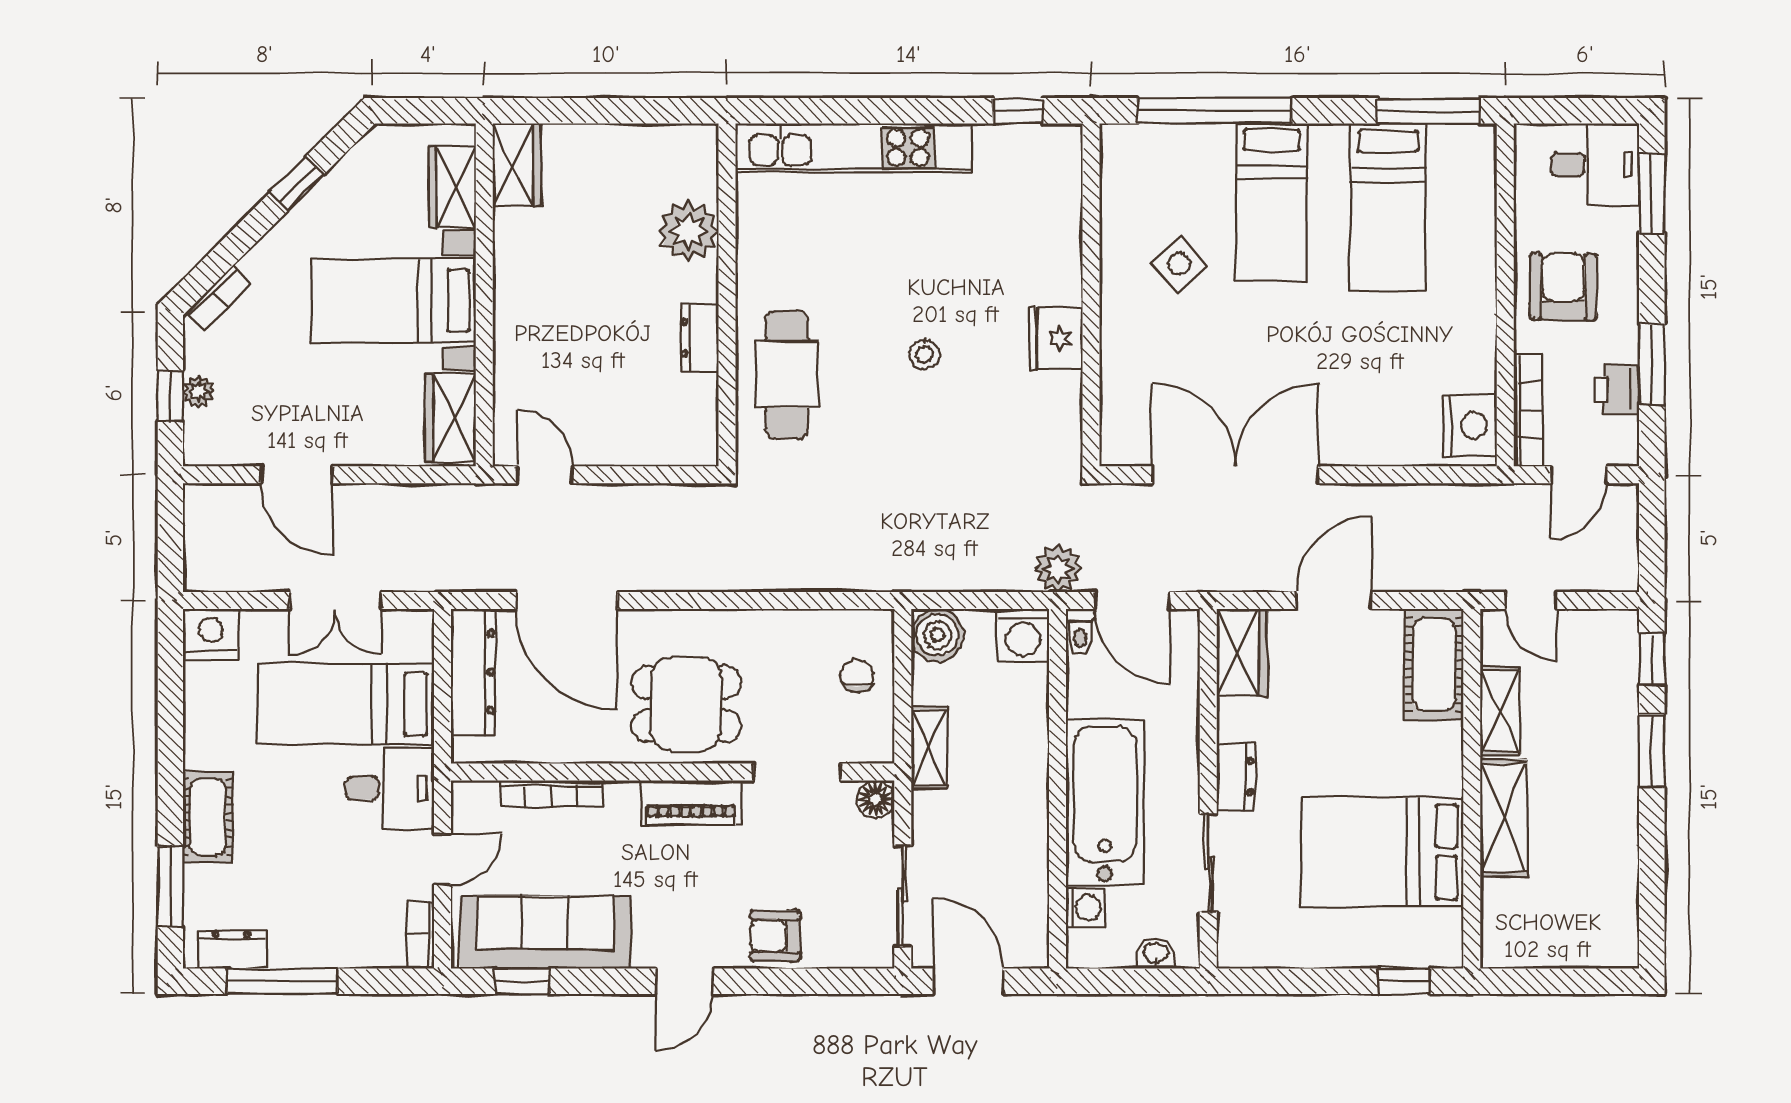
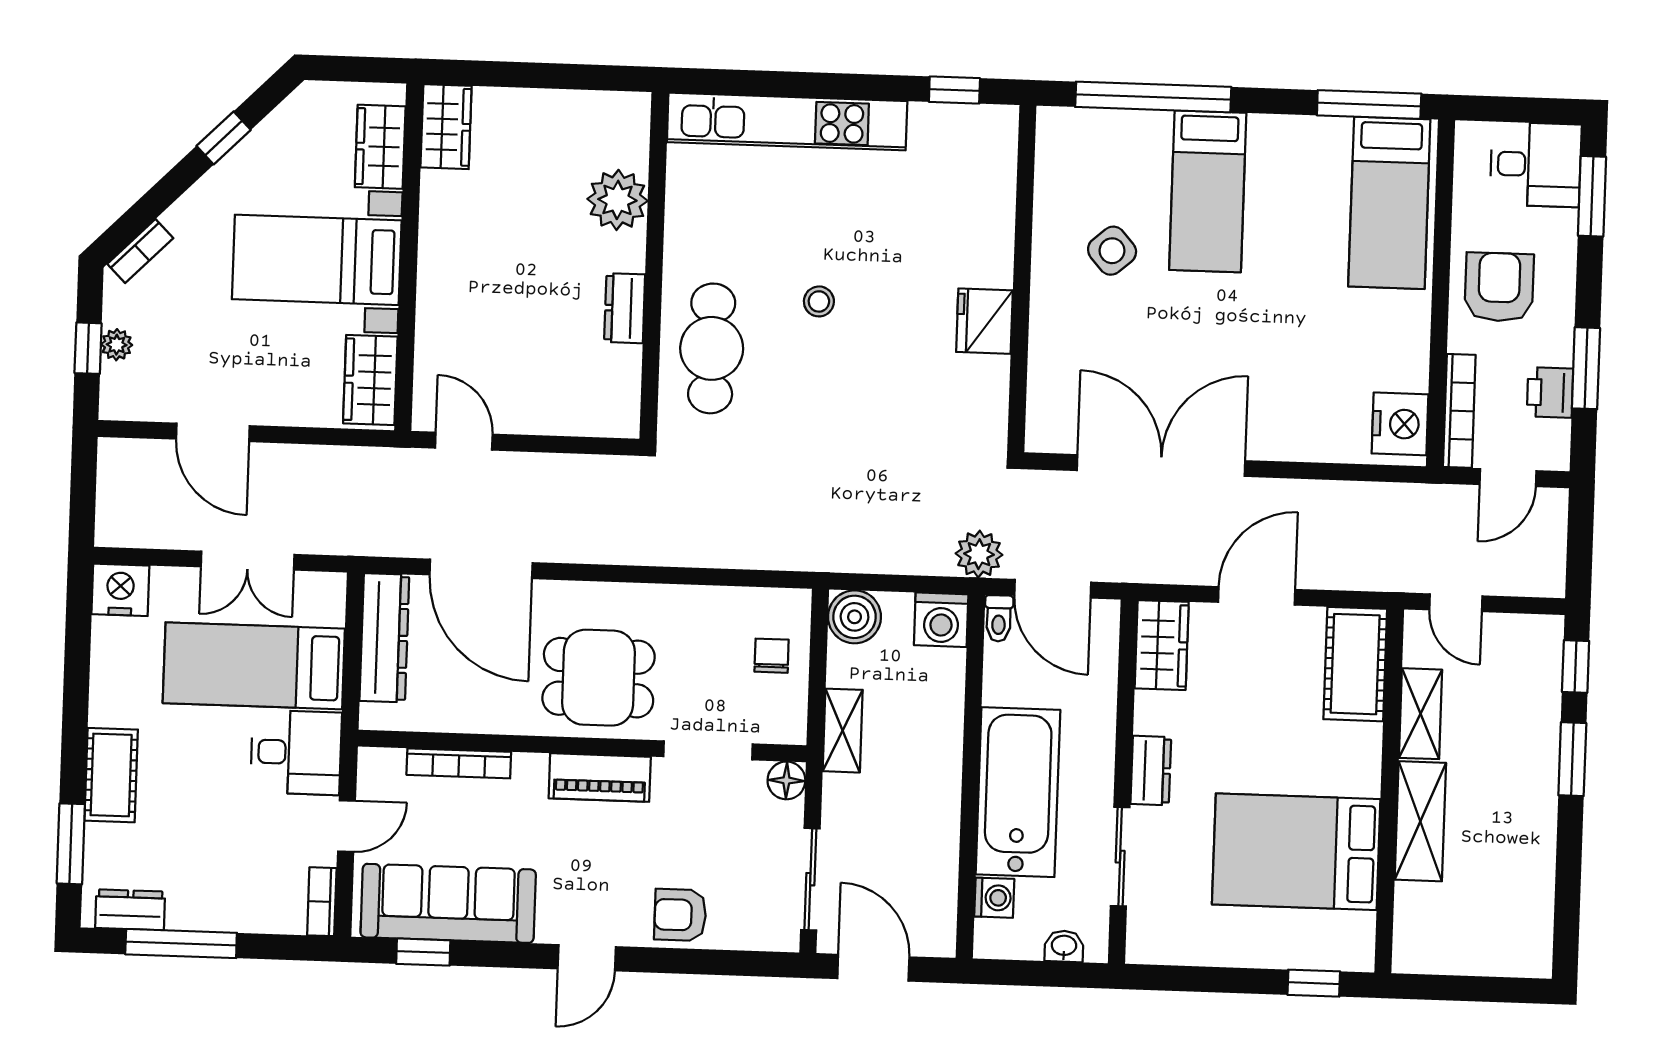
bed: (1388, 207) -> (1389, 203), moved
stool: (925, 354) -> (819, 301), moved

